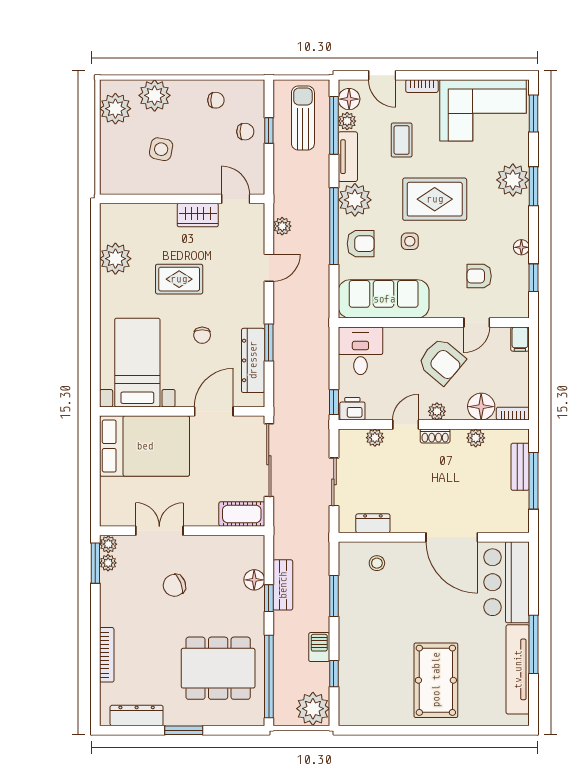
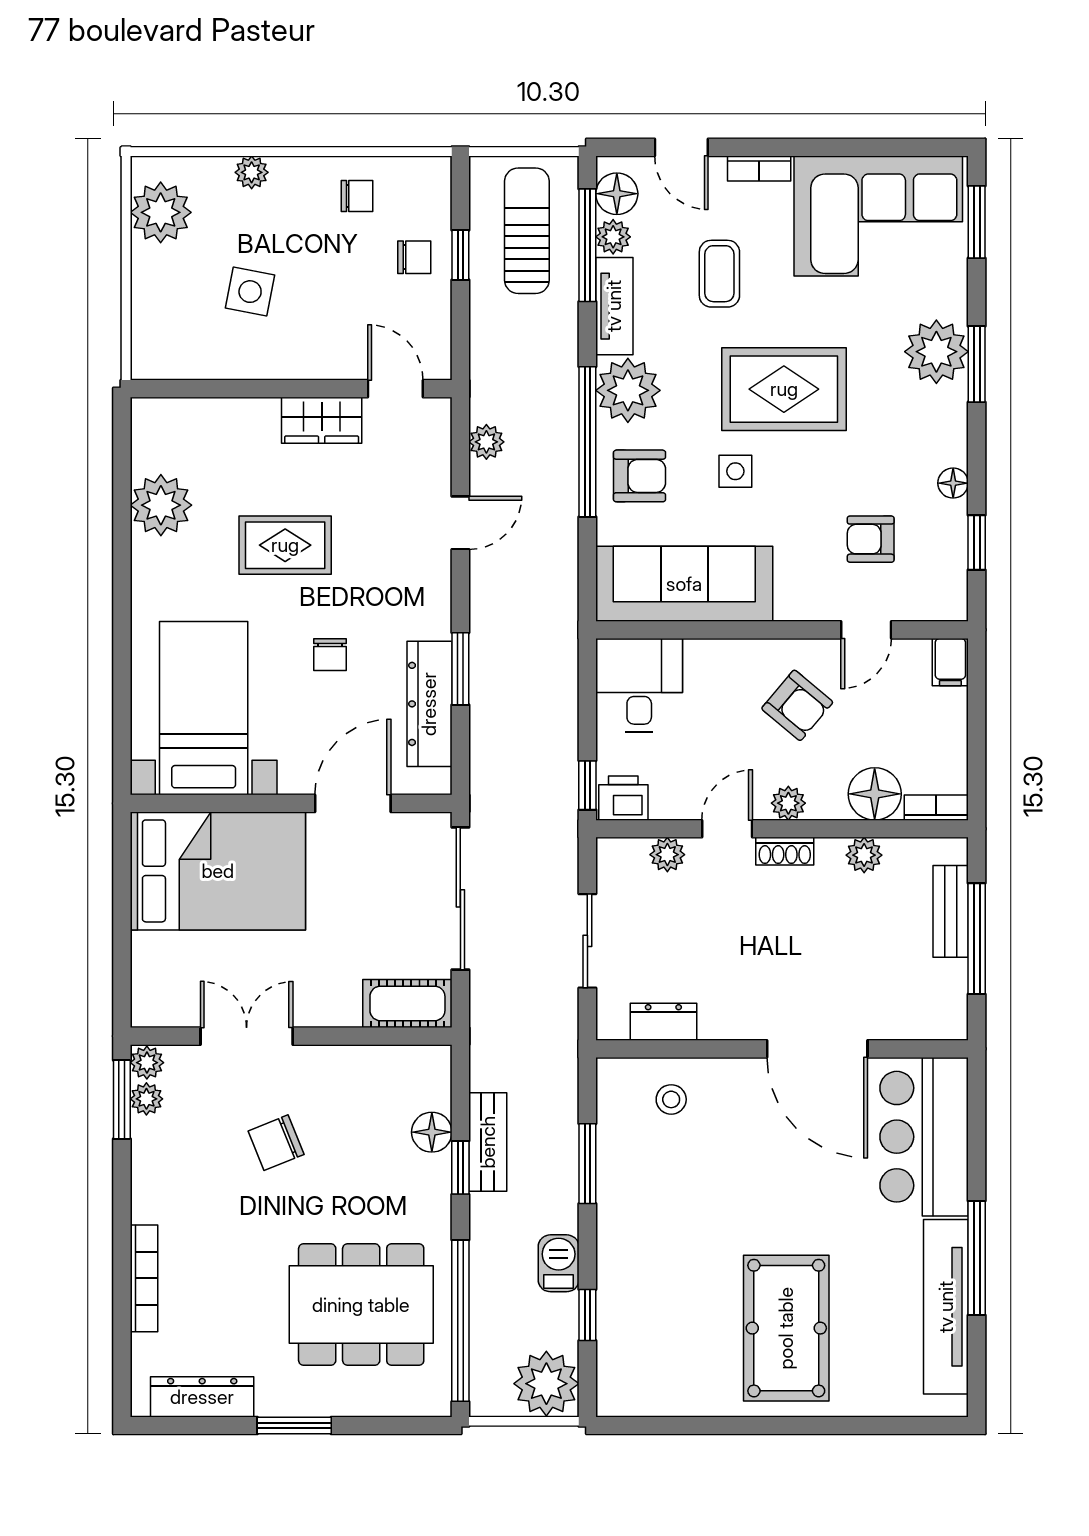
plant: (155, 95) -> (252, 172), width x0.53, depth x0.53
armchair: (441, 361) -> (797, 705), width x0.72, depth x0.72

